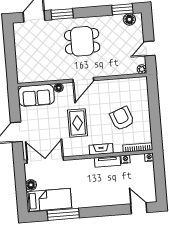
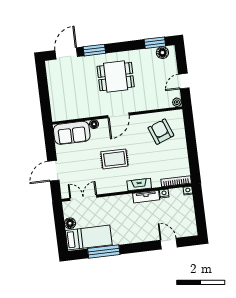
armchair: (122, 119) -> (161, 132), moved
rug: (78, 123) -> (114, 159), turned 90
double door: (45, 160) -> (83, 198), width x0.73
door: (139, 208) -> (169, 244), moved

